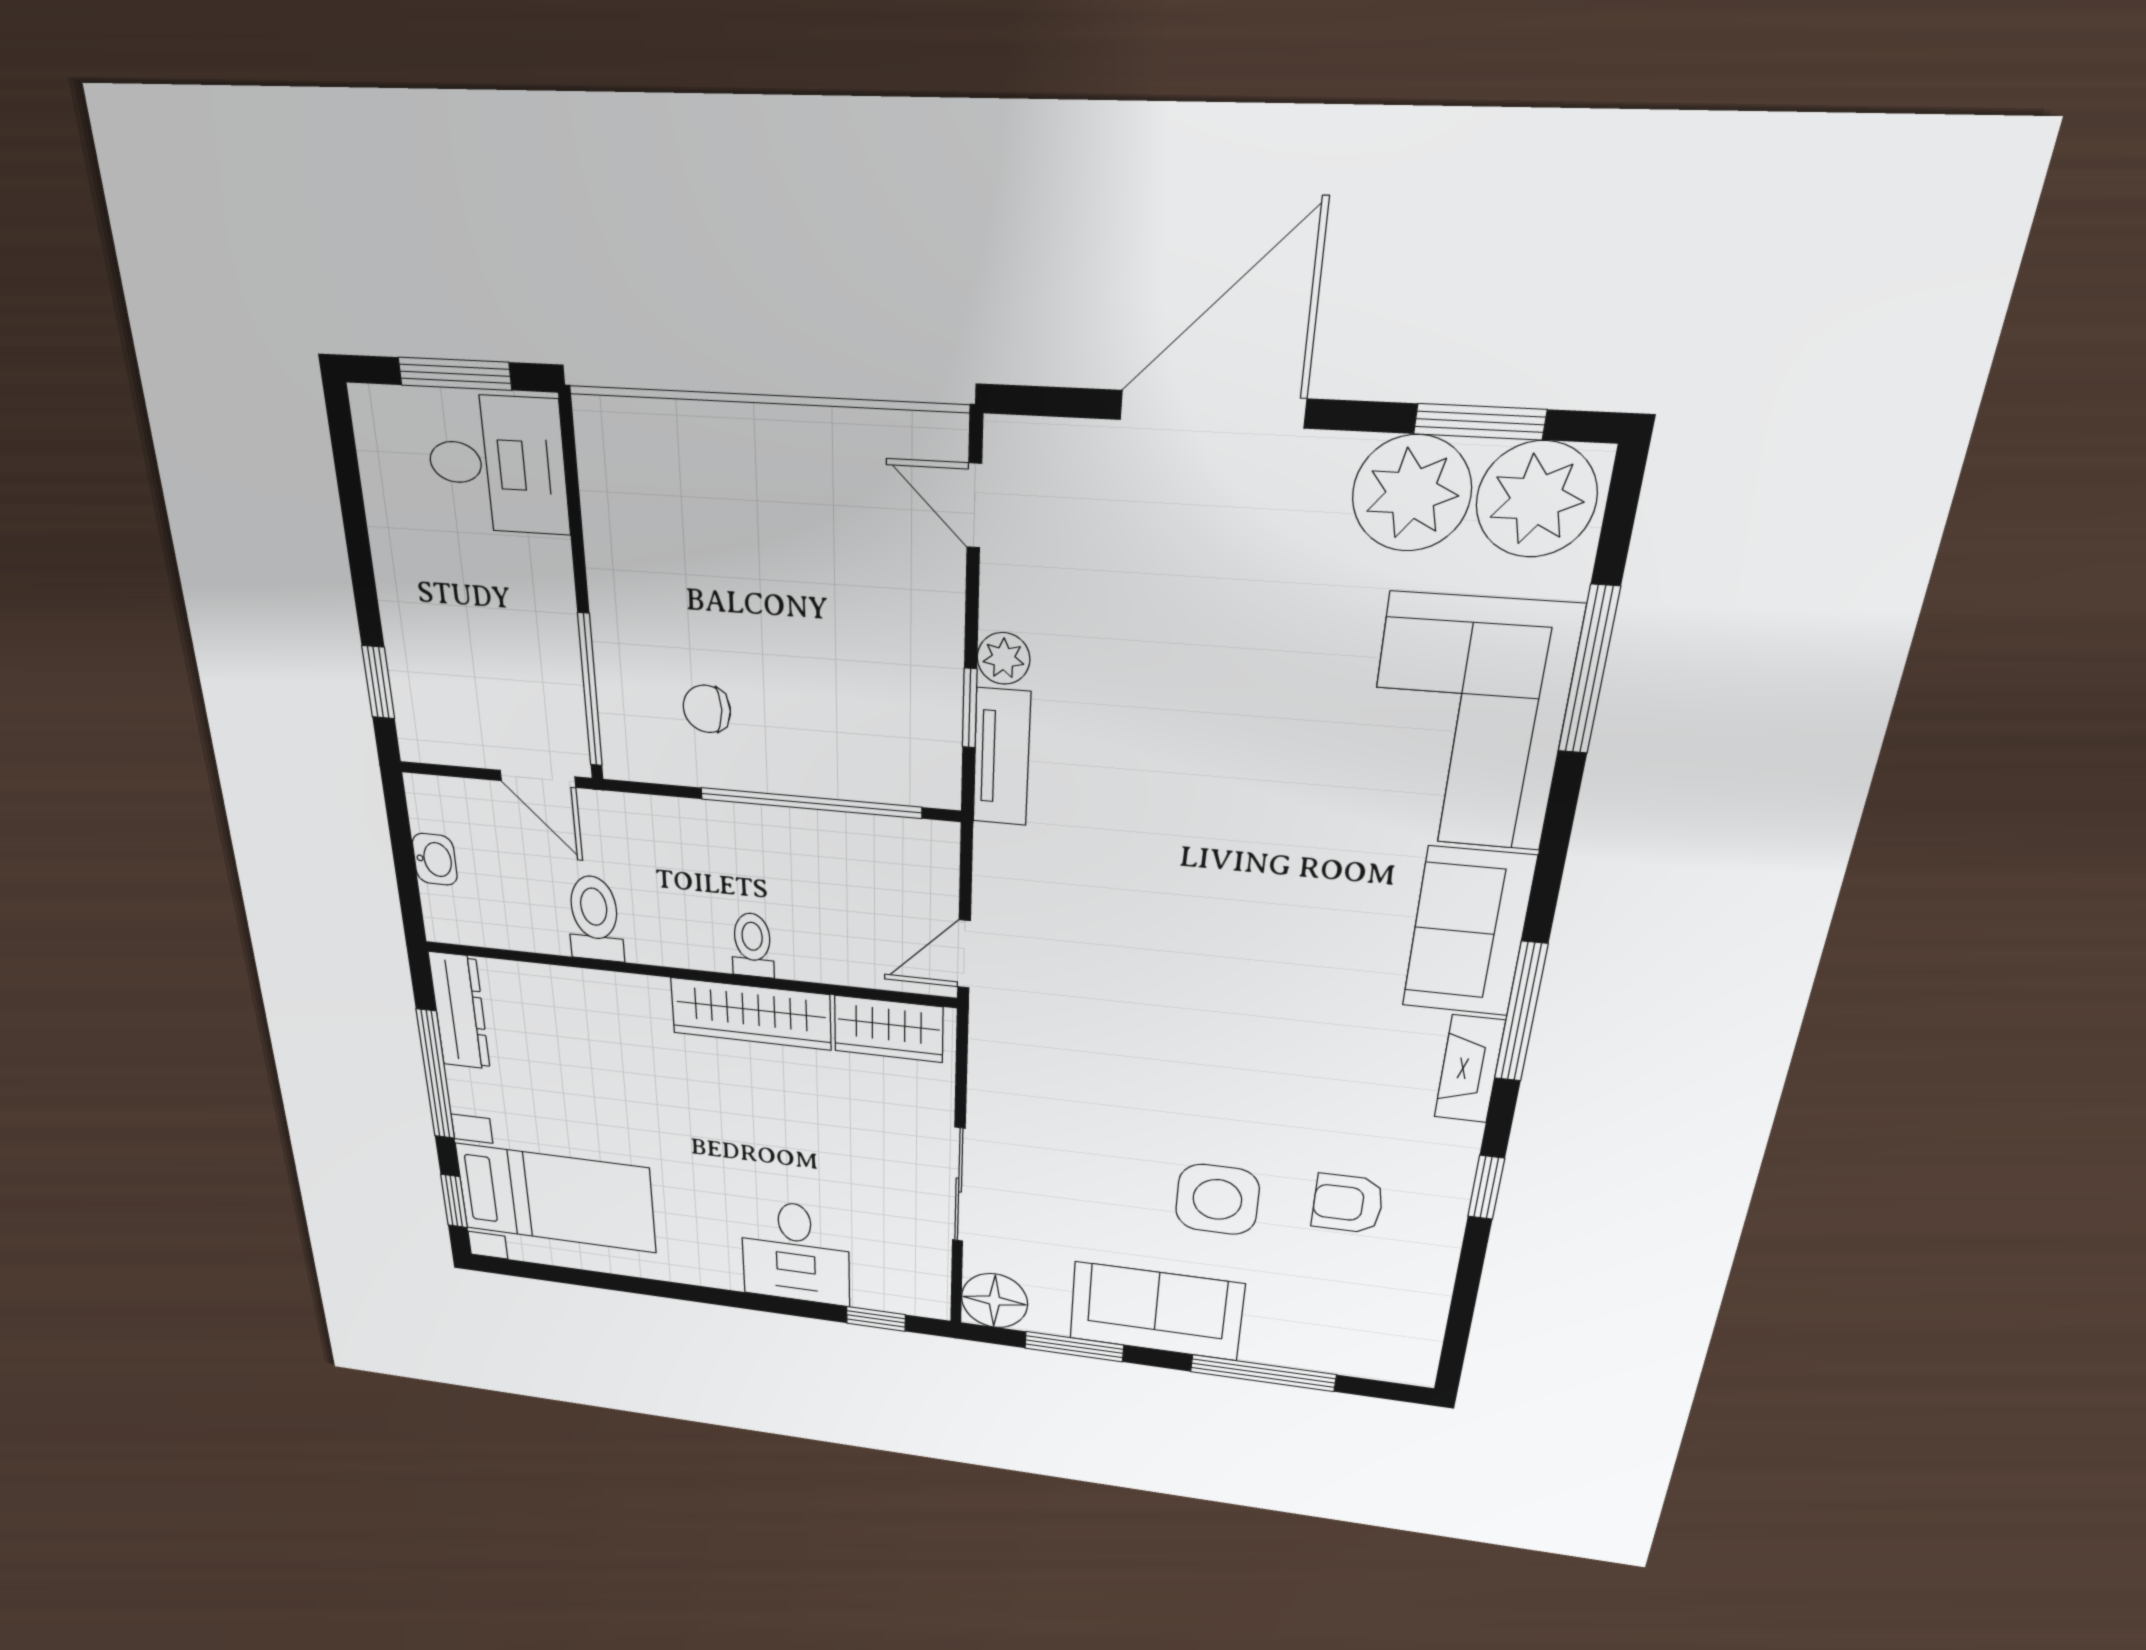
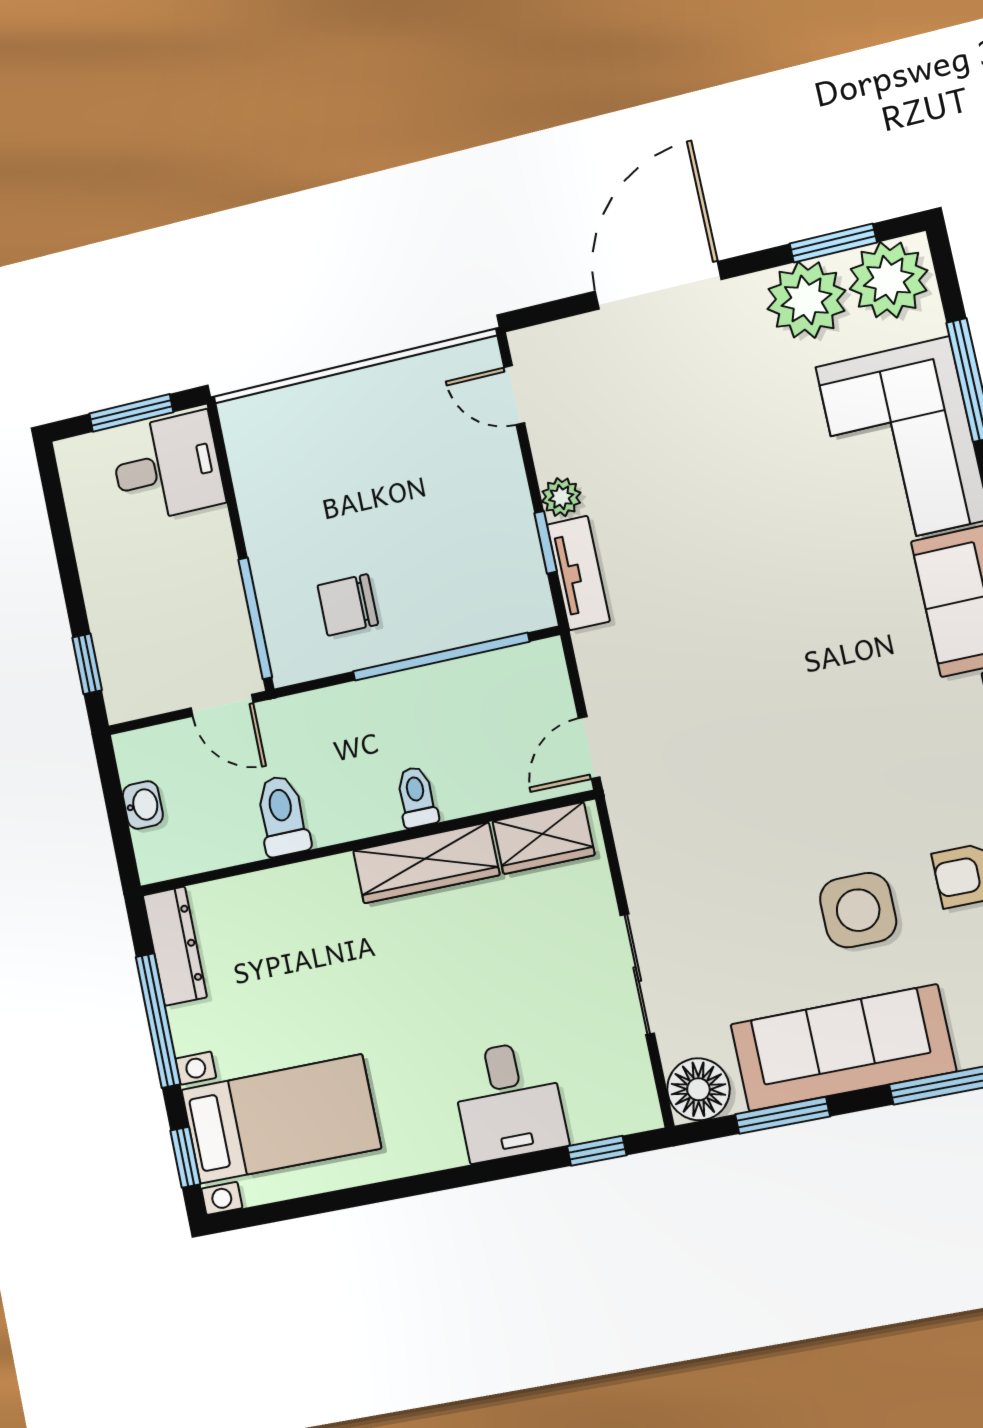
chair: (707, 709) -> (348, 605), width x1.37, depth x1.37
sofa: (1156, 1311) -> (843, 1048), width x1.36

